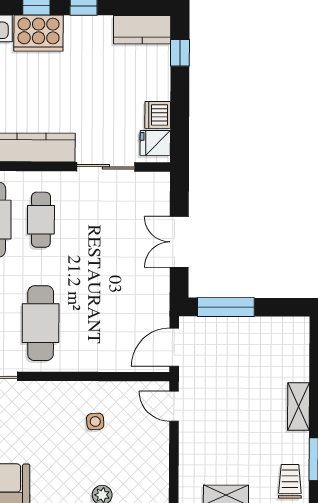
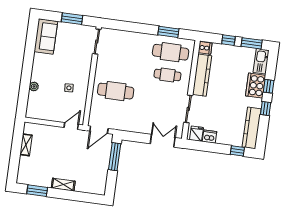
kitchen counter: (142, 30) -> (252, 128), width x1.50
double door: (179, 242) -> (163, 141), moved
cafe table: (41, 323) -> (116, 91), moved
door: (174, 347) -> (99, 130), swing flipped
trolley: (290, 481) -> (28, 176), removed

